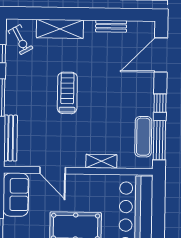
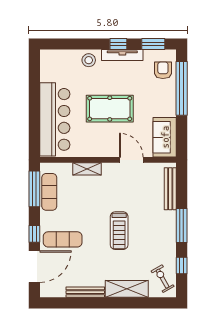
bench: (111, 26) -> (85, 292), width x1.36
exercise mat: (129, 84) -> (63, 239), added
window: (160, 103) -> (34, 234), moved

